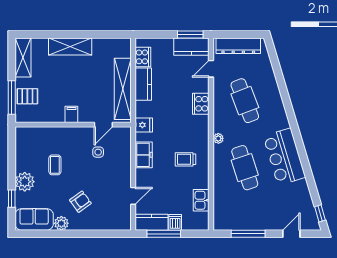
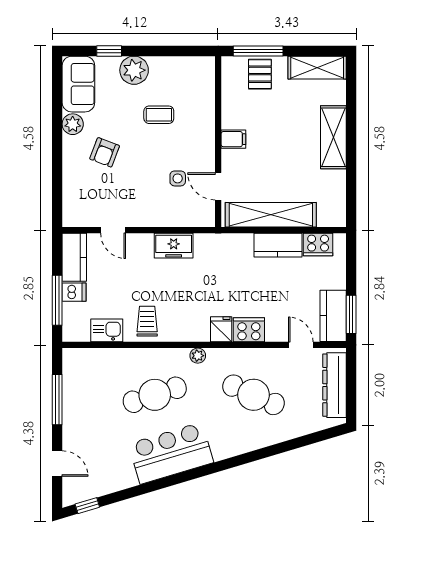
cafe table: (245, 101) -> (253, 395), turned 45
fridge: (144, 125) -> (221, 329), moved, turned 180
trolley: (185, 159) -> (147, 321), moved
armchair: (80, 202) -> (105, 152), turned 57
window: (164, 234) -> (57, 300), moved

